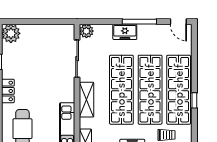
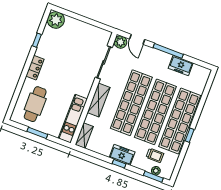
door: (178, 22) -> (137, 39), moved
freezer: (125, 32) -> (181, 66), moved

